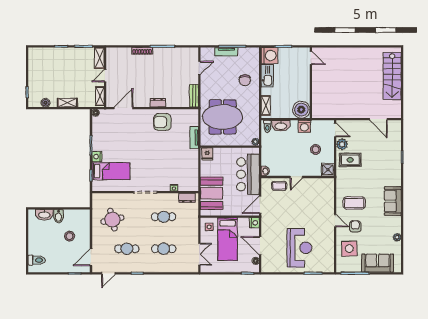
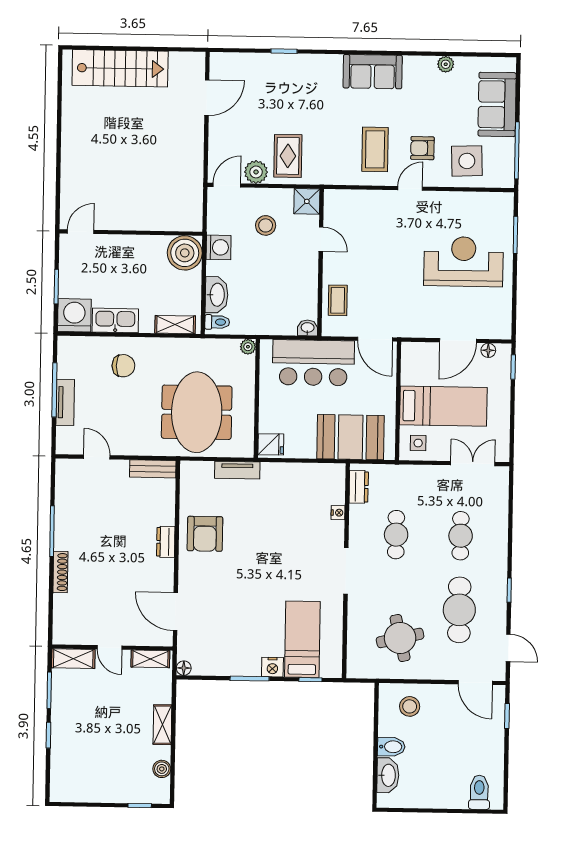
door: (296, 177) -> (321, 239), moved
nightstand: (254, 223) -> (411, 352), removed
stool: (70, 236) -> (410, 706), moved
cafe table: (127, 249) -> (459, 610), width x1.37, depth x1.35

